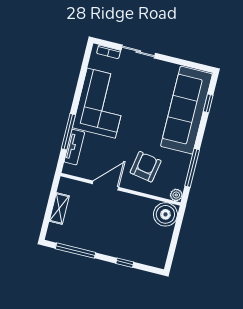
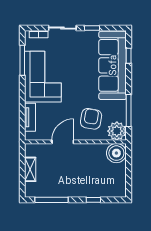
window: (173, 60) -> (92, 28), added
window: (68, 132) -> (22, 60), moved
plant: (176, 195) -> (117, 131), width x1.87, depth x1.87

